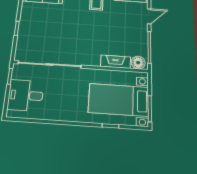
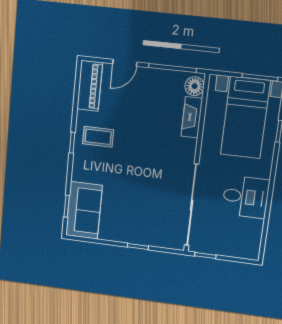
door: (149, 16) -> (125, 63), swing flipped
desk: (26, 95) -> (246, 197), moved, turned -90

